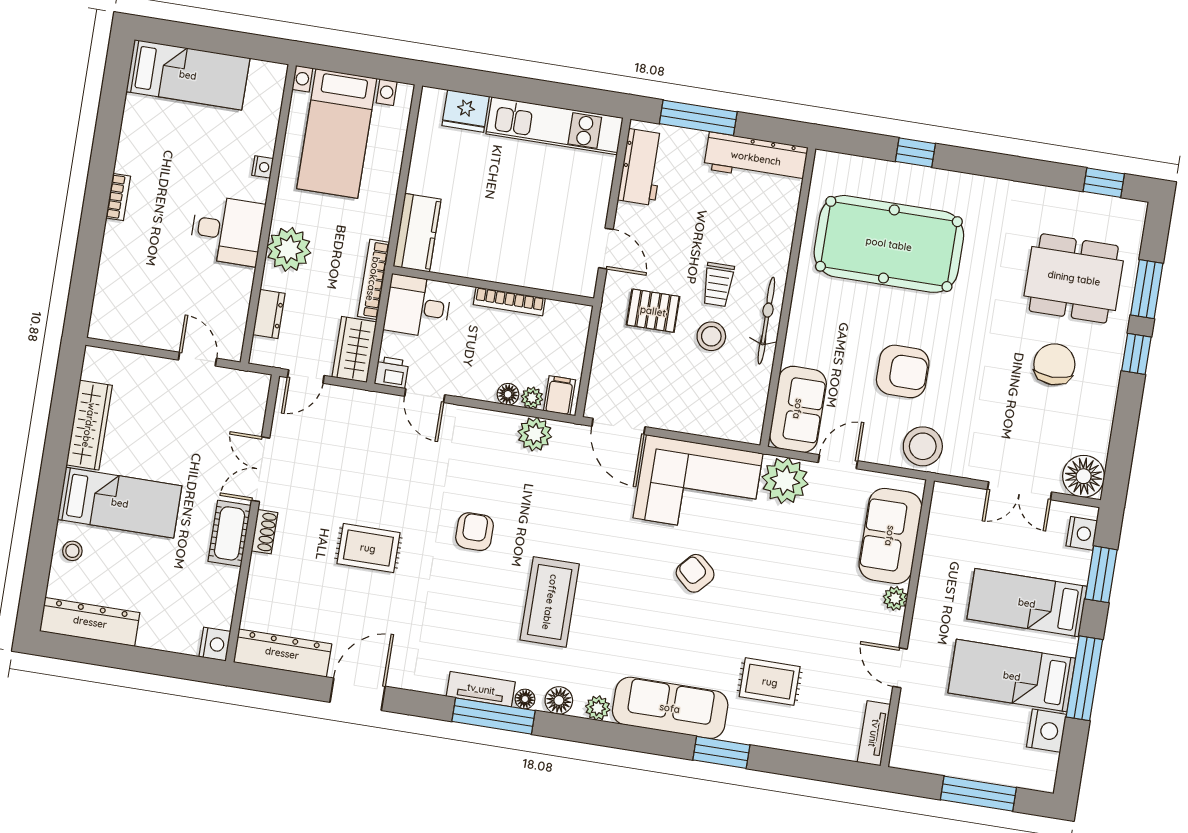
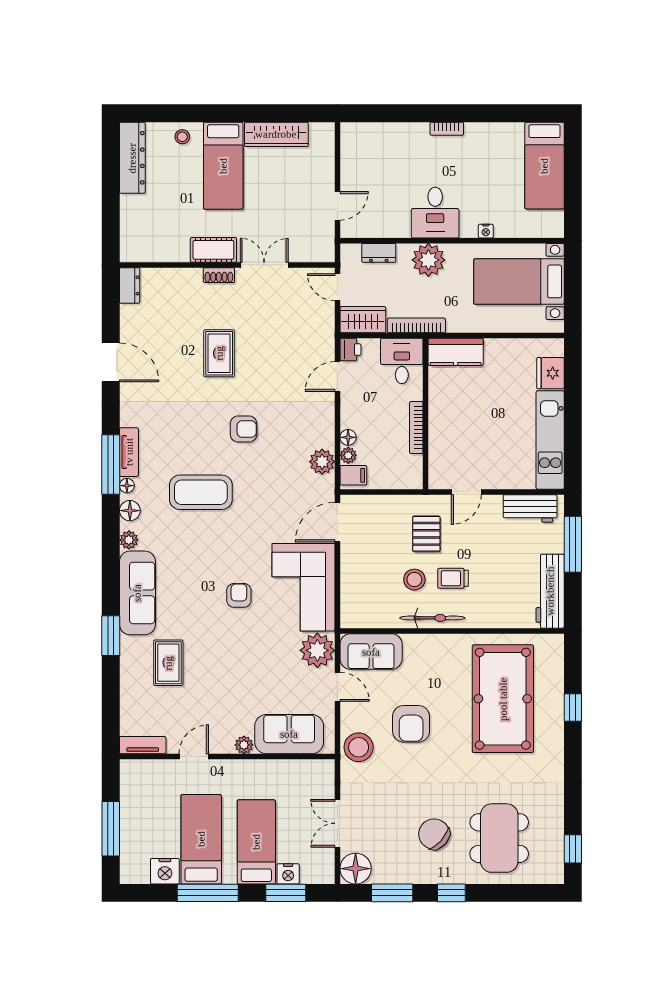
window: (1147, 289) -> (392, 893), moved
chair: (1054, 364) -> (434, 834), turned -138
nightstand: (1082, 533) -> (288, 874), moved
armchair: (695, 573) -> (239, 595), turned -42
nightstand: (215, 644) -> (131, 252), removed
dresser: (282, 653) -> (130, 285), width x0.51, depth x0.80

